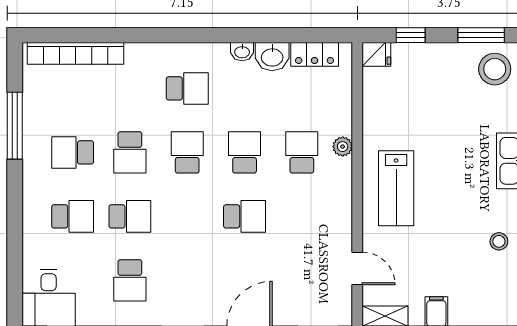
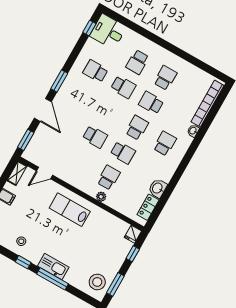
washbasin: (242, 52) -> (193, 131), moved
school desk: (187, 88) -> (165, 143), turned 180
window: (15, 126) -> (191, 59), removed
school desk: (187, 152) -> (137, 128), turned -90
school desk: (302, 152) -> (109, 178), turned -90
school desk: (130, 216) -> (123, 87), turned -90
school desk: (245, 216) -> (95, 137), turned -90

